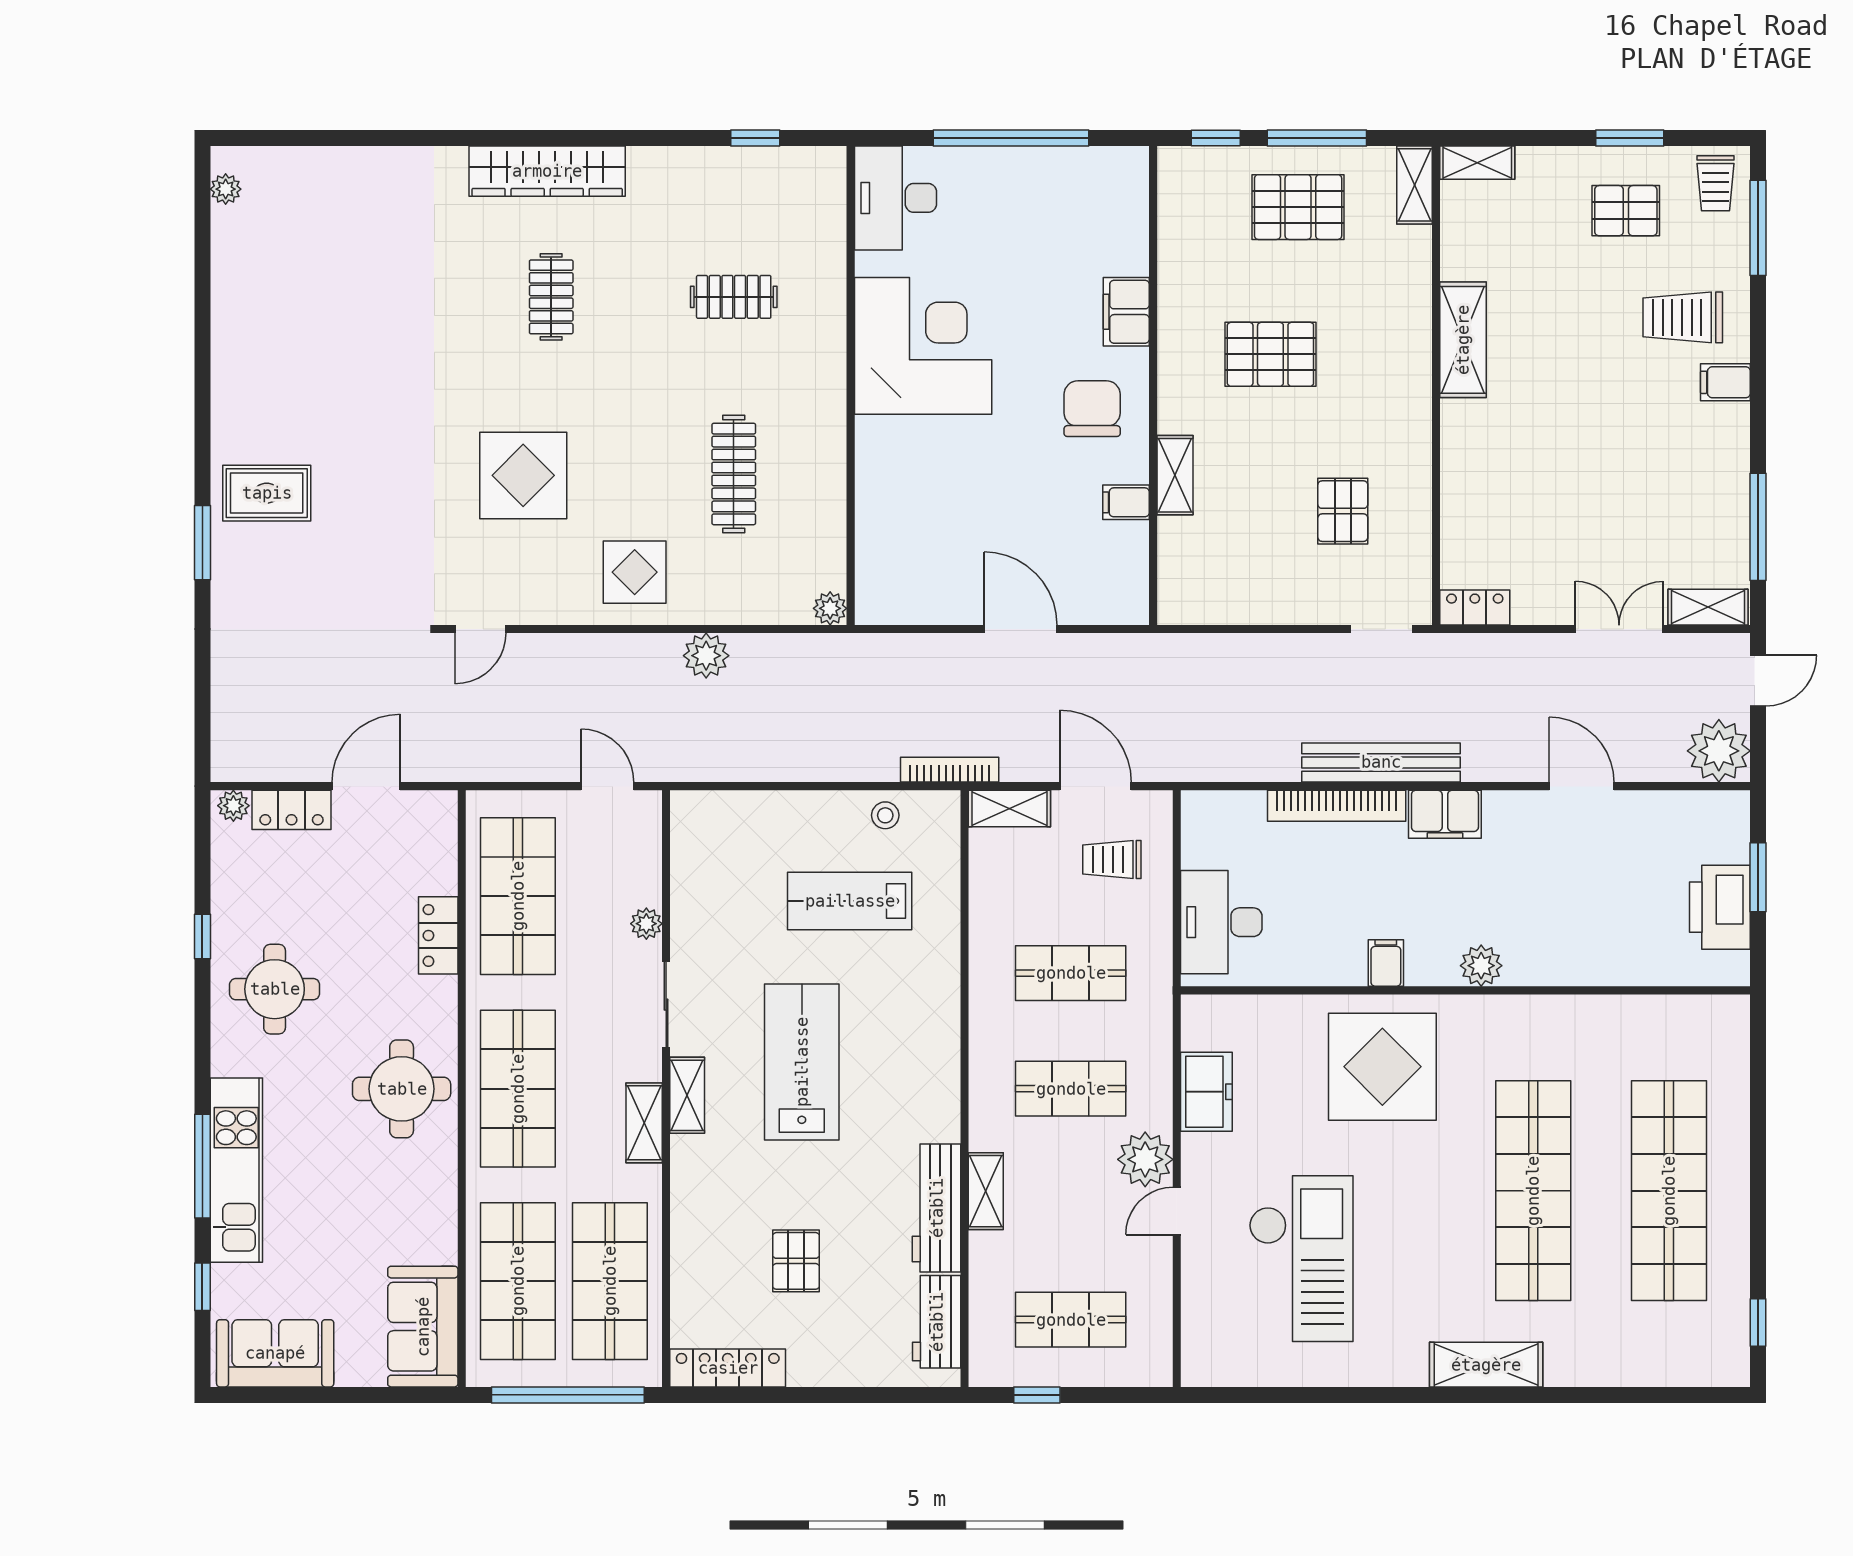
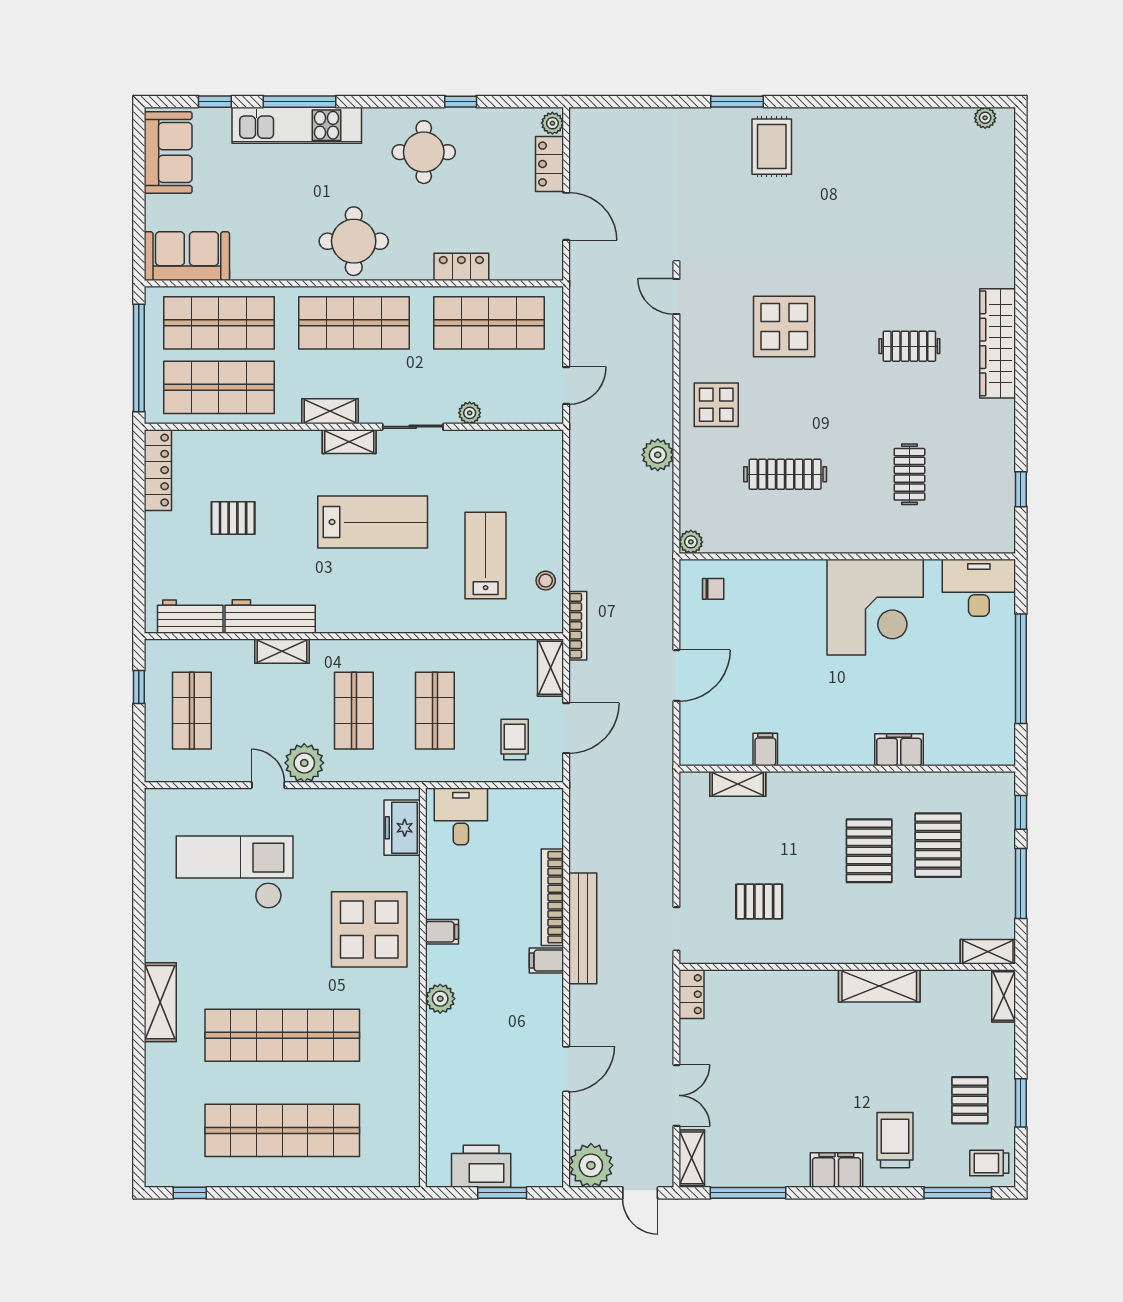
pallet: (1298, 207) -> (938, 845), moved
filing cabinet: (1725, 382) -> (836, 1170), width x2.00
chair: (1092, 409) -> (713, 589), moved, width x0.54, depth x0.54
shelving: (1175, 475) -> (738, 784), moved
filing cabinet: (1445, 814) -> (546, 961), width x0.50
desk: (1221, 922) -> (461, 816), width x0.73
freezer: (1206, 1092) -> (402, 828), moved, turned 90
checkout: (1301, 1259) -> (235, 872), turned 180

